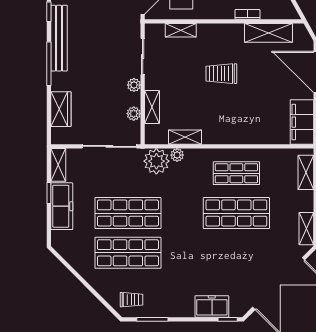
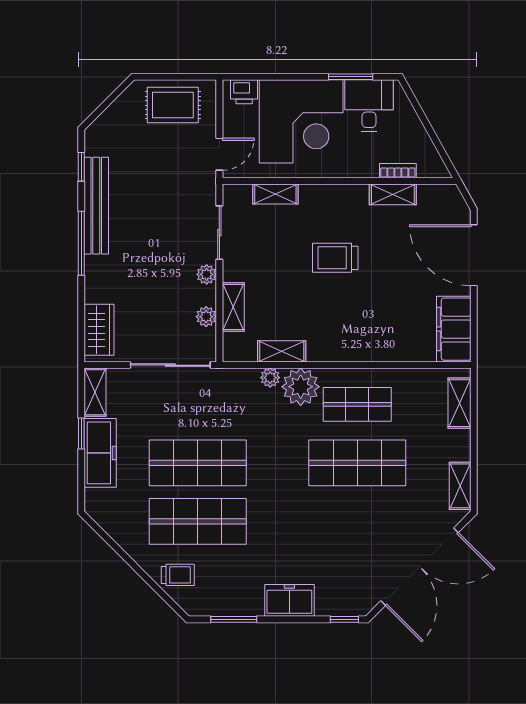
bookcase: (247, 14) -> (398, 171), moved
shelving: (268, 33) -> (393, 194), width x0.67, depth x0.75
wardrobe: (61, 109) -> (99, 330), moved
plant: (156, 161) -> (301, 387), moved
trolley: (131, 300) -> (178, 575), moved
freezer: (212, 306) -> (289, 600), moved

